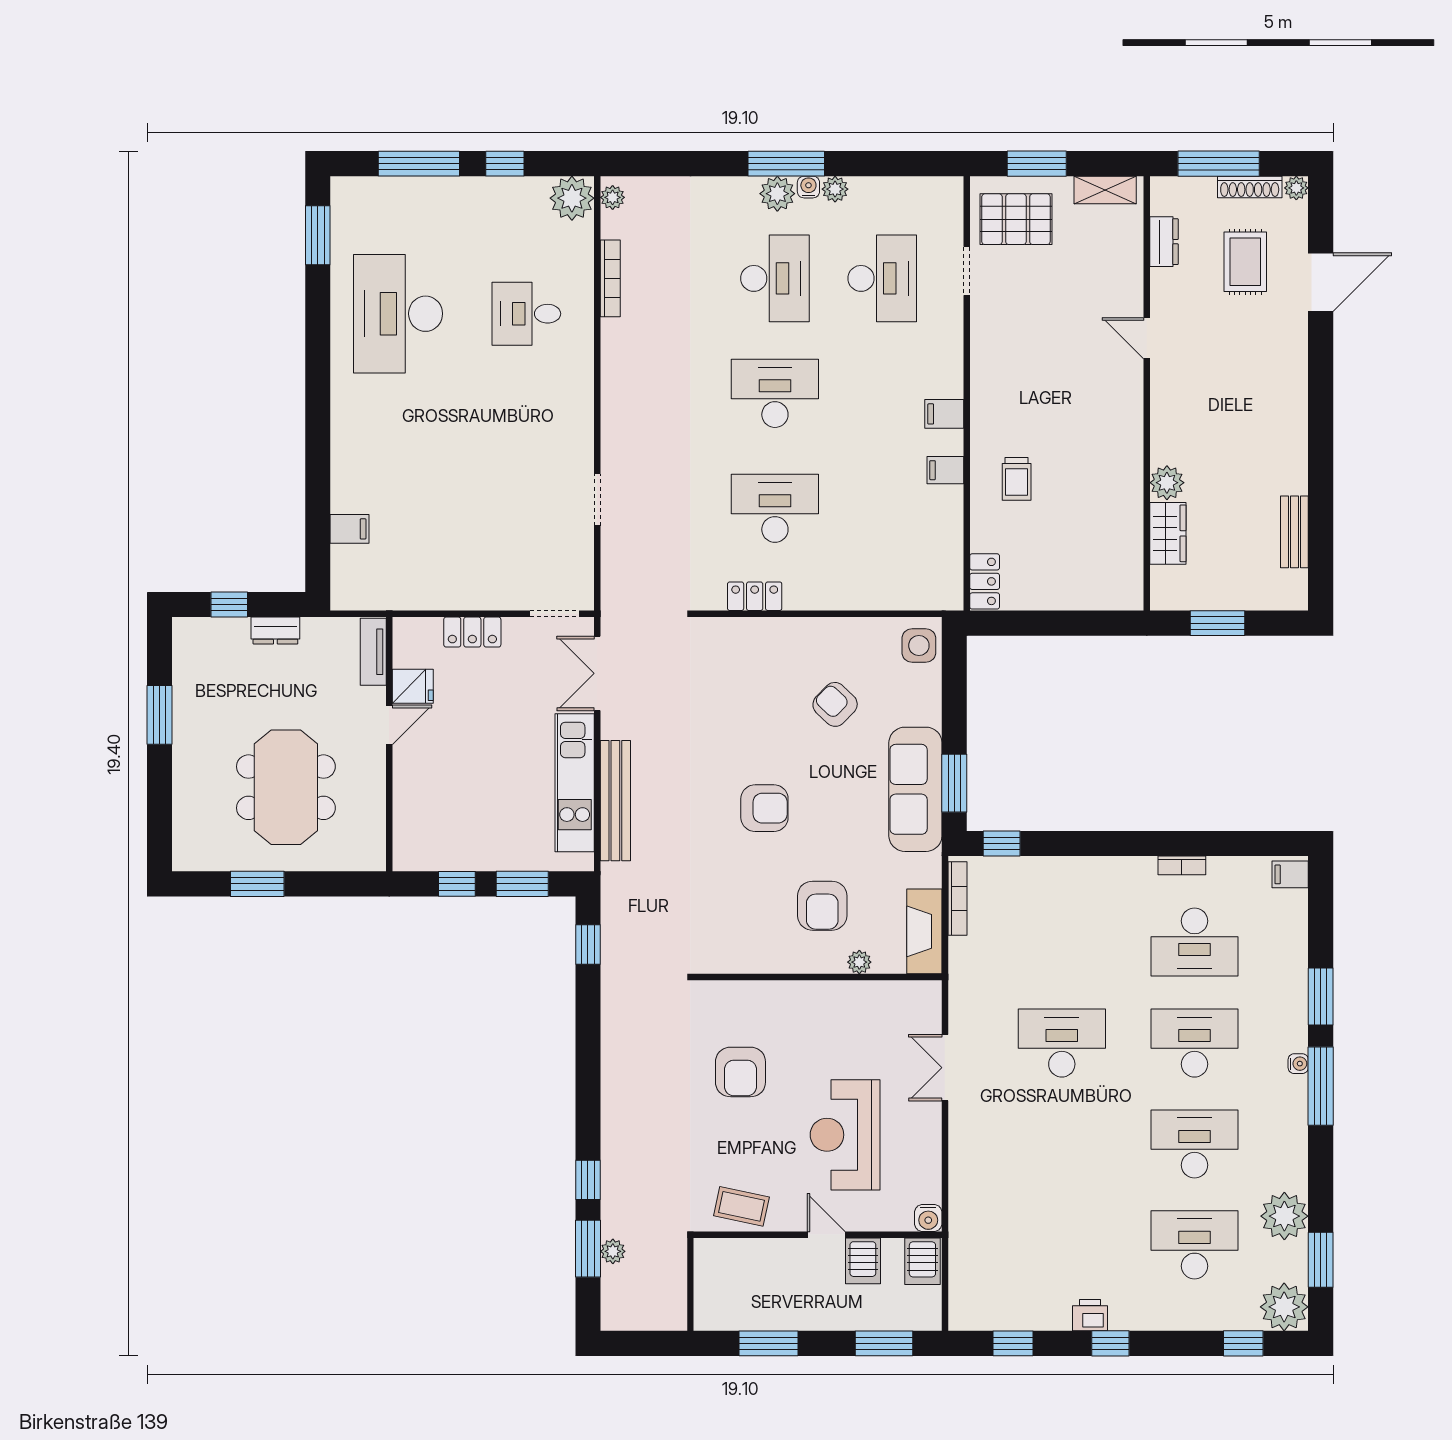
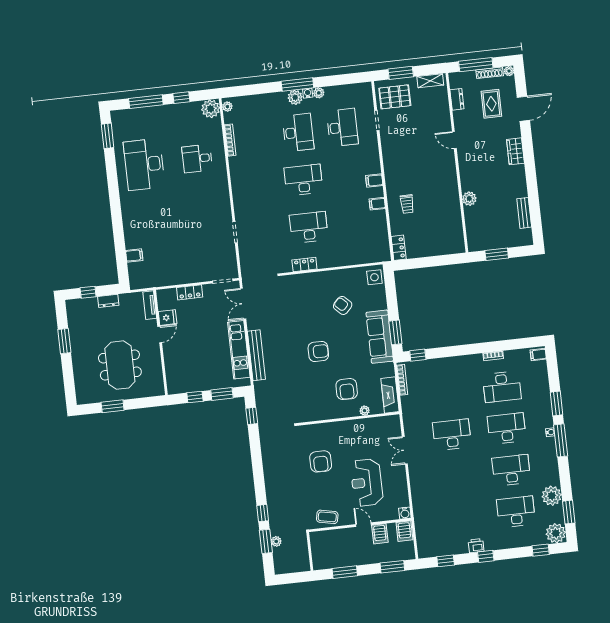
wardrobe: (1168, 533) -> (515, 151), moved, turned 180

